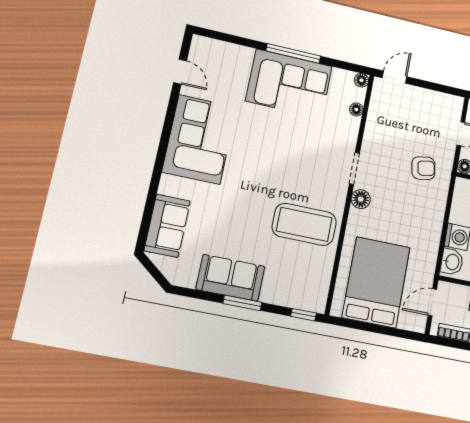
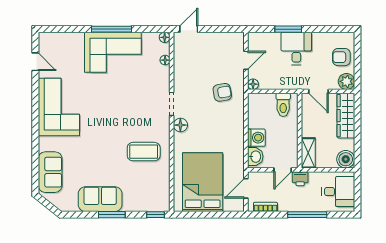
coffee table: (304, 224) -> (144, 152), width x0.73, depth x0.76

